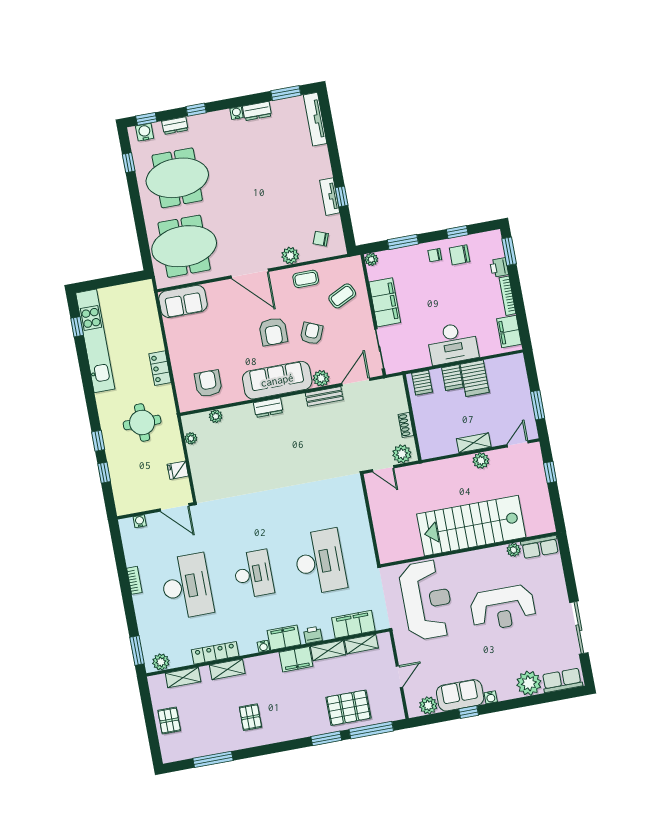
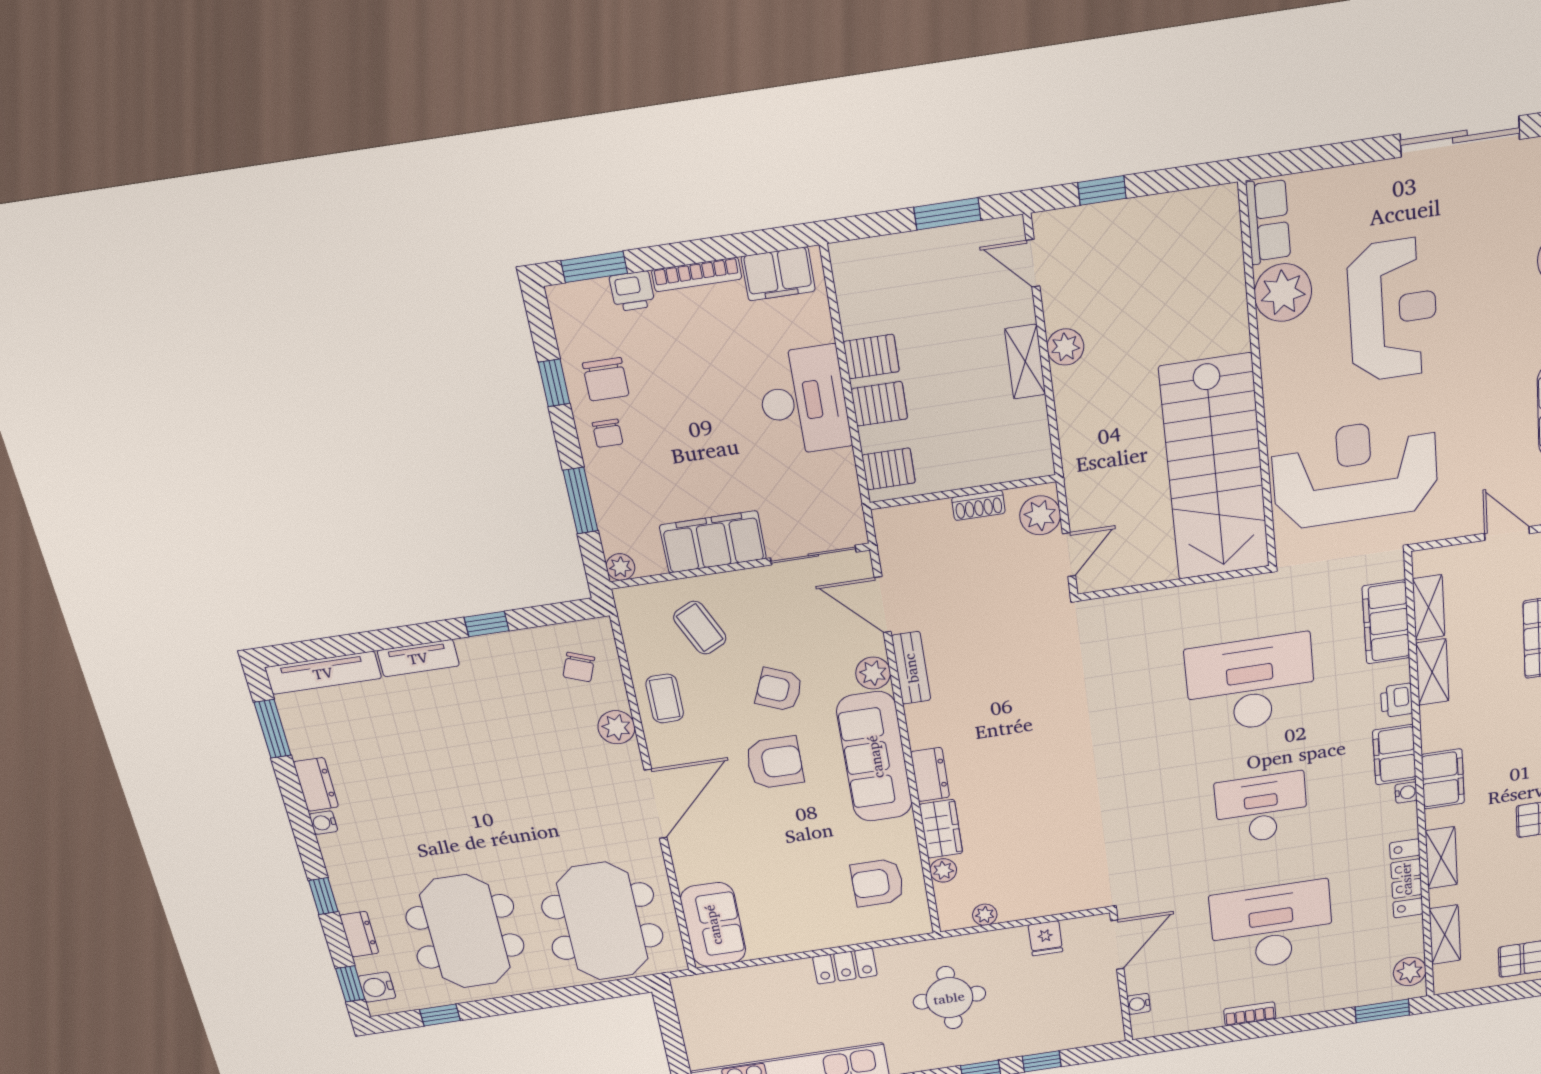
tv unit: (330, 197) -> (418, 658), moved
server rack: (475, 378) -> (871, 357), width x0.73, depth x0.70
wardrobe: (239, 414) -> (941, 829), added
stairs: (471, 526) -> (1215, 468), moved
plant: (514, 550) -> (1283, 293), width x1.88, depth x1.88
filing cabinet: (296, 659) -> (1443, 779), moved

